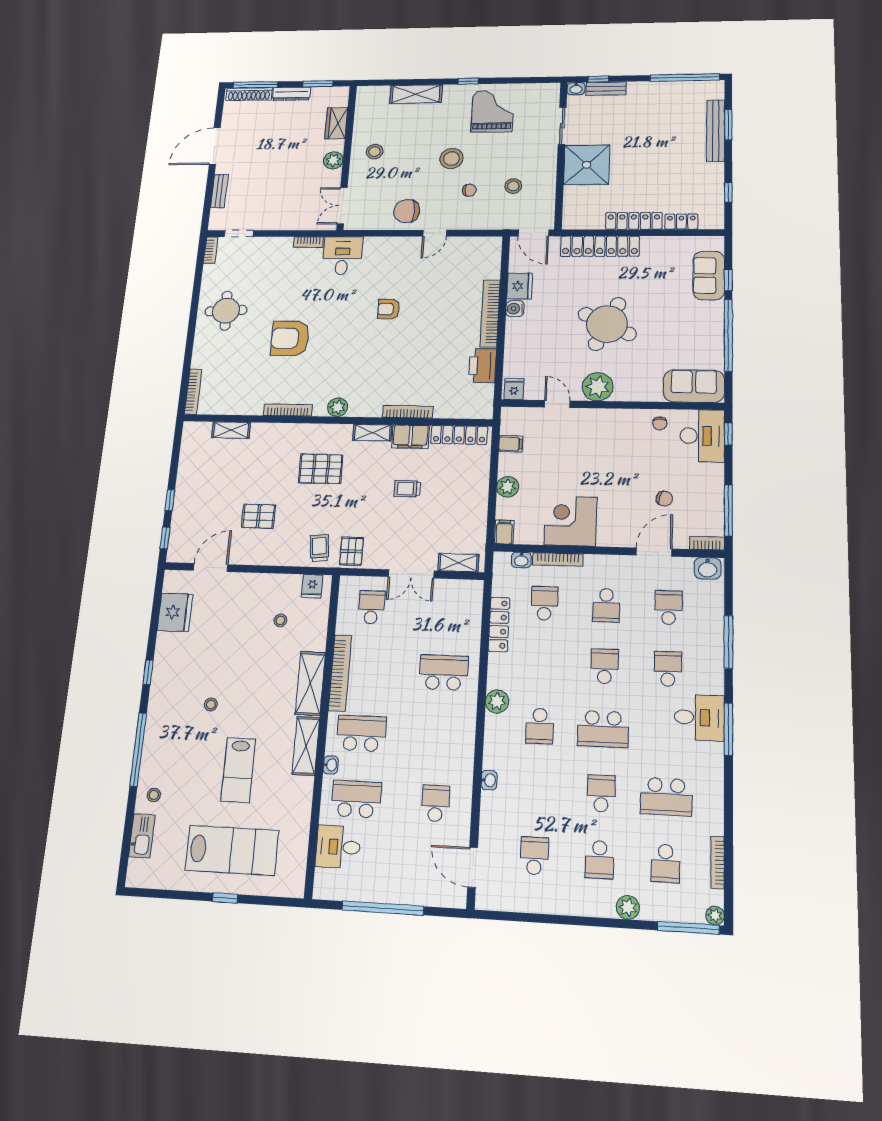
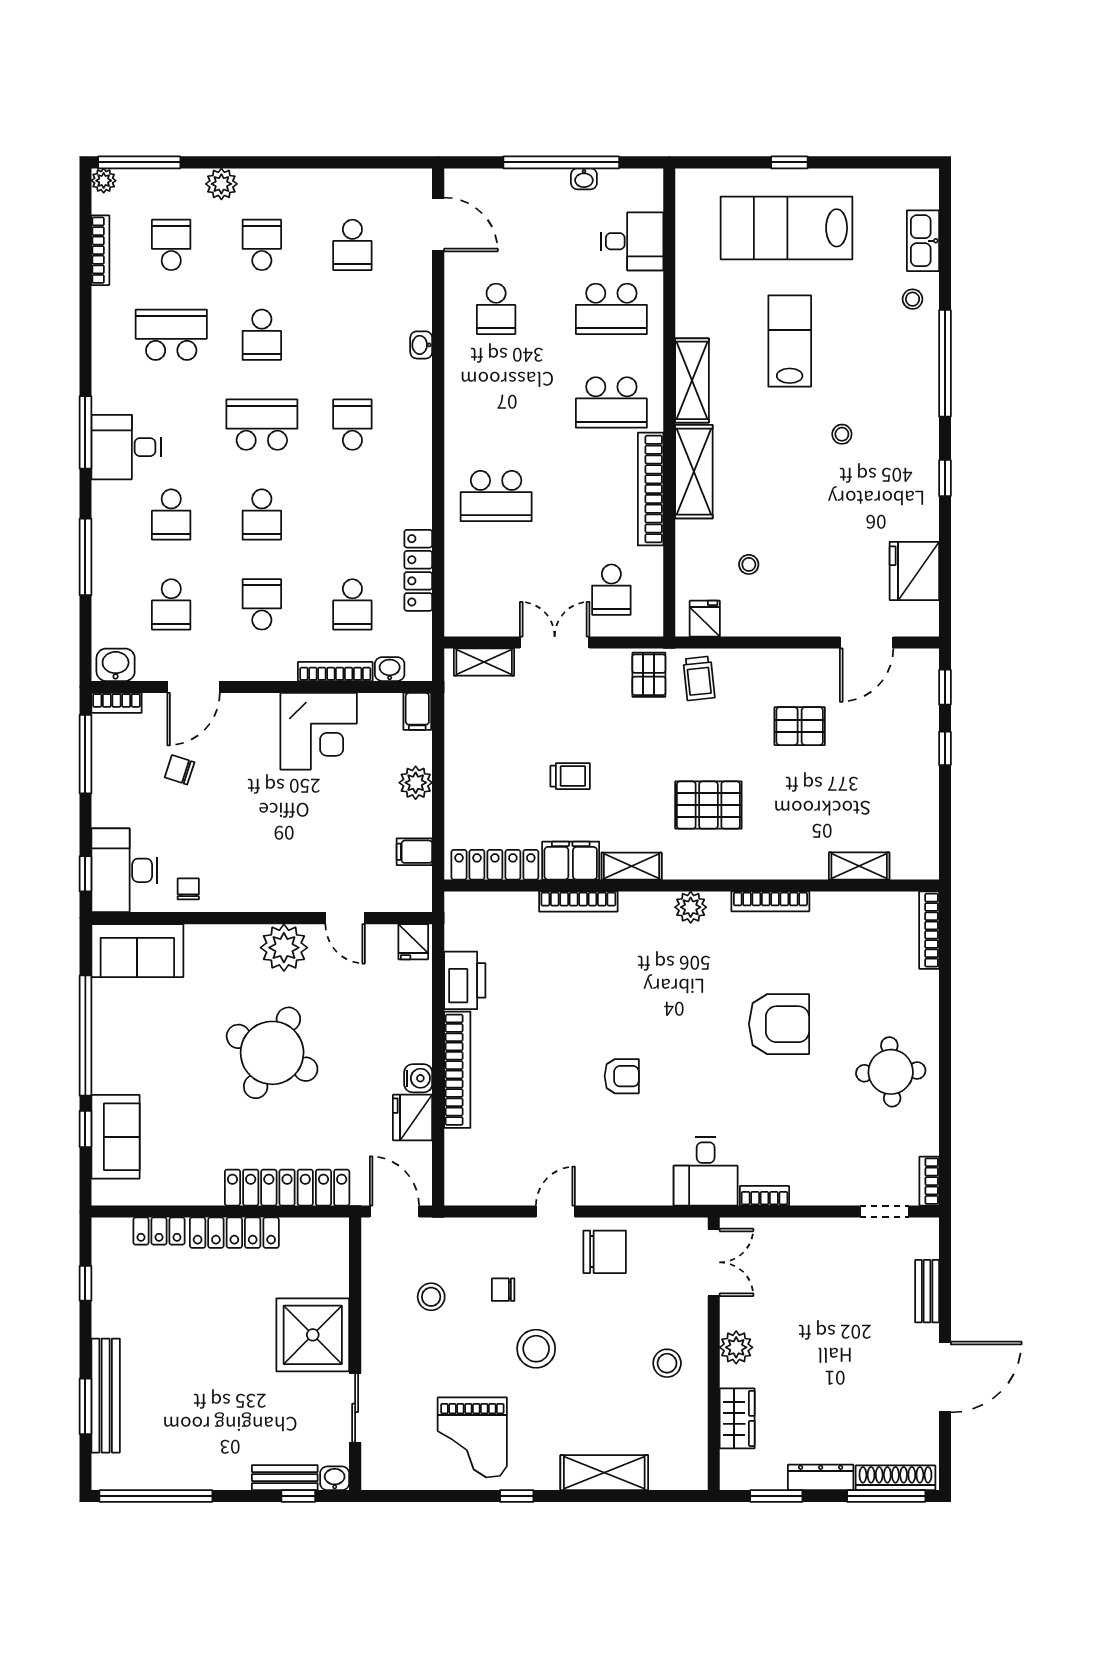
plant: (497, 701) -> (415, 457), removed
washbasin: (331, 765) -> (584, 179), moved, turned -90

